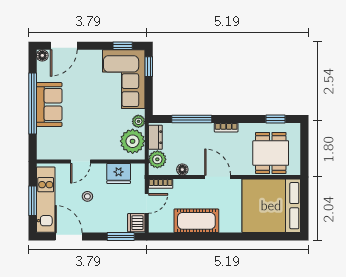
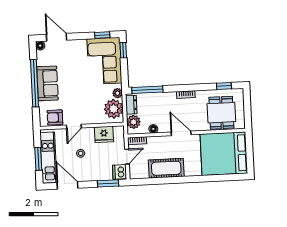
door: (64, 46) -> (57, 37), swing flipped
window: (192, 119) -> (147, 90), moved
armchair: (57, 149) -> (55, 117), added

